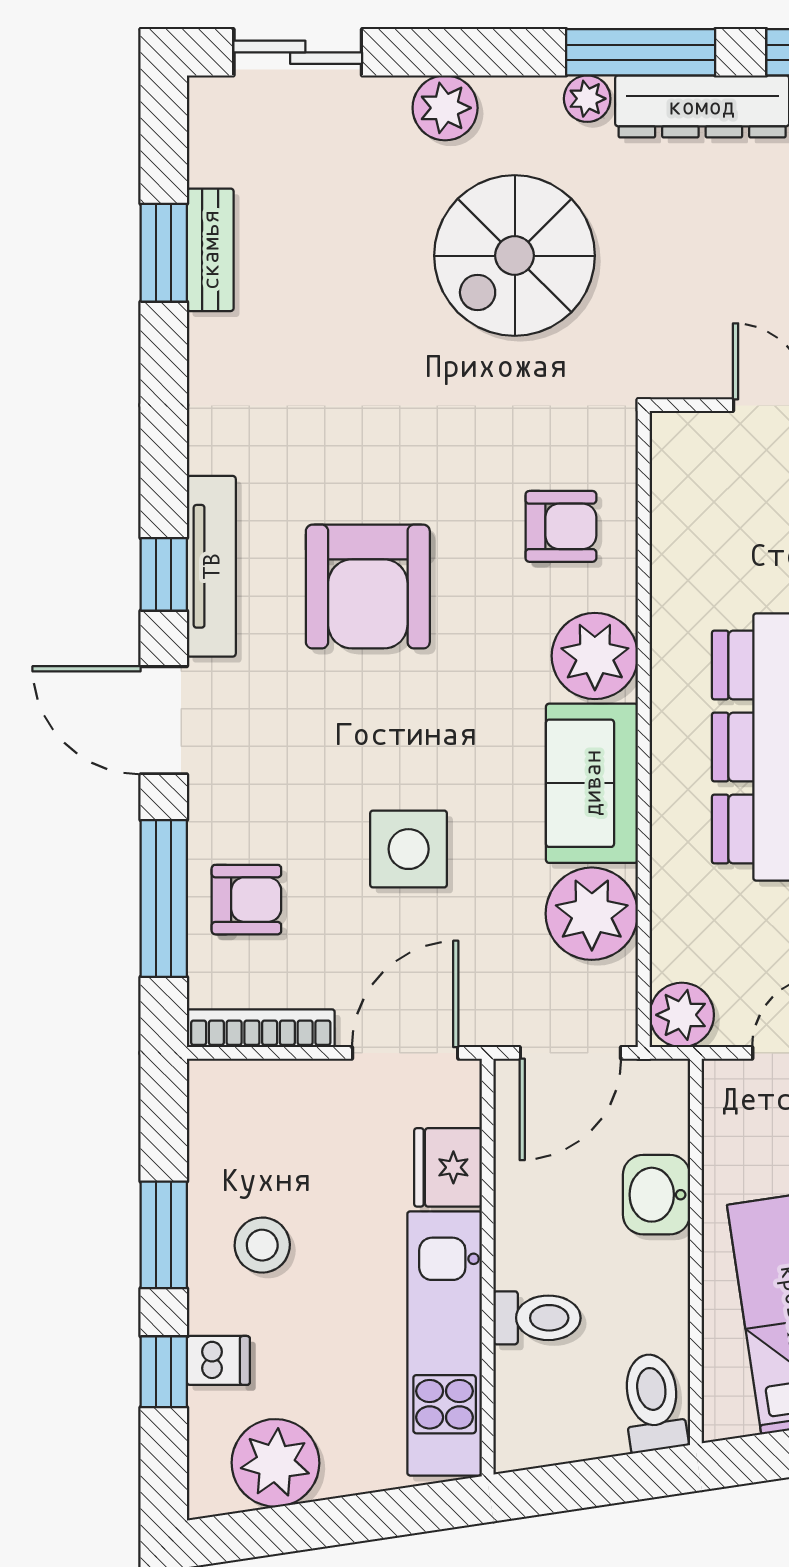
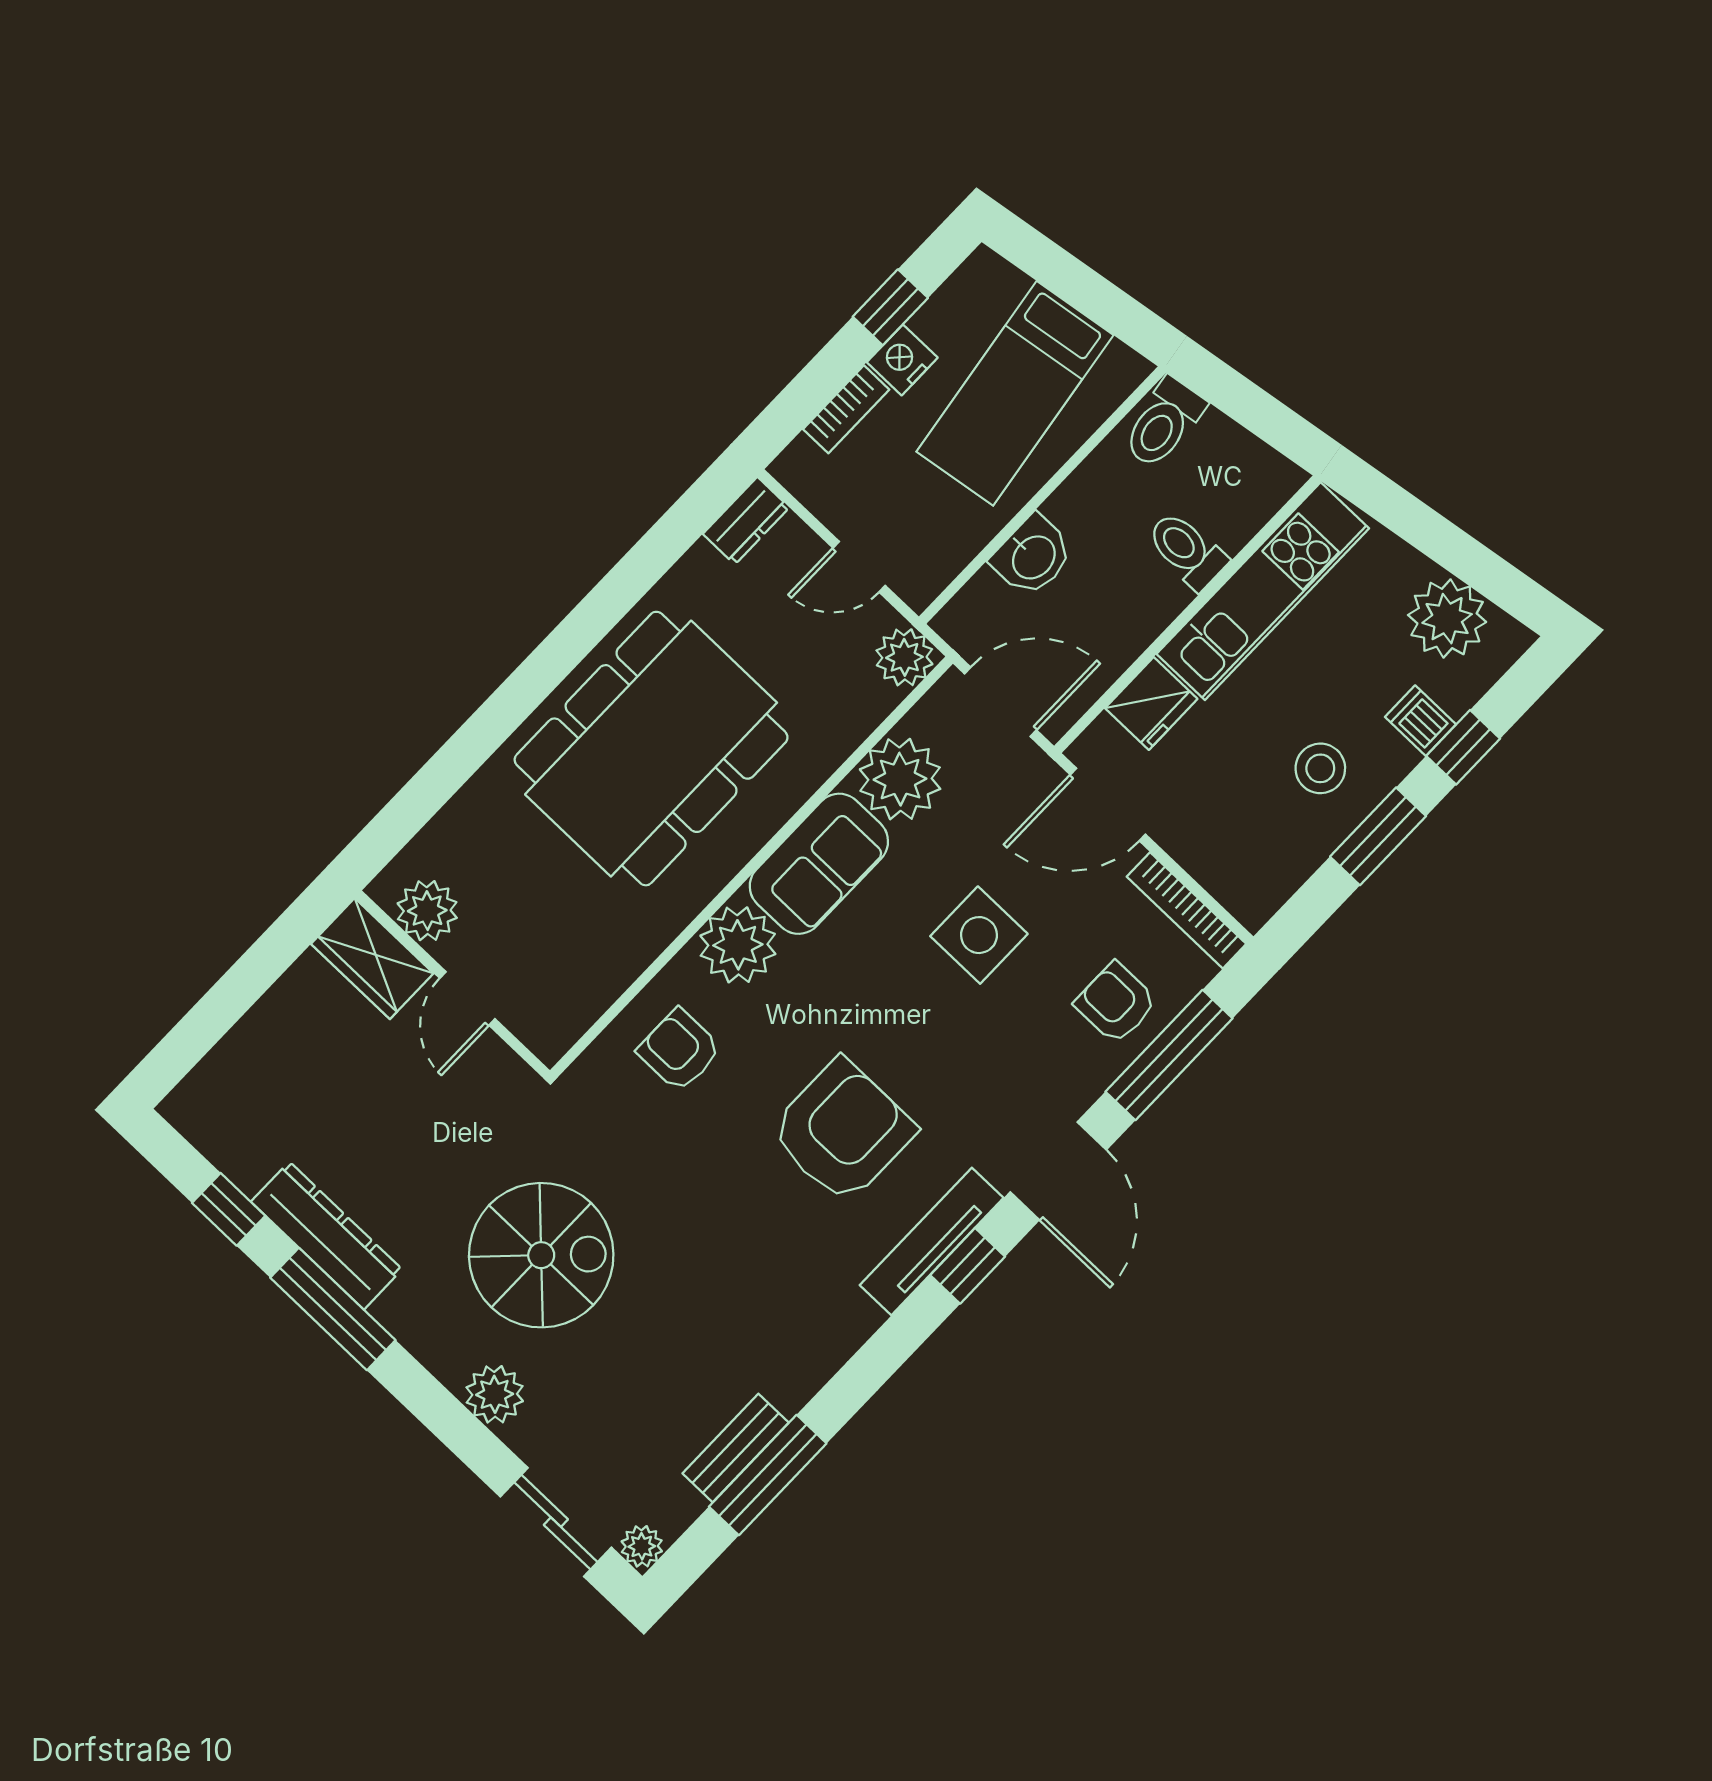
plant: (587, 99) -> (642, 1546), moved
window: (164, 253) -> (768, 1475), width x1.44

